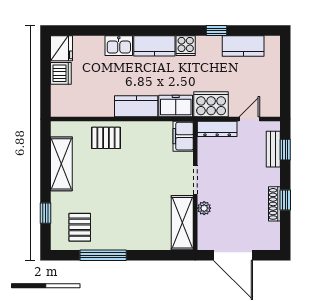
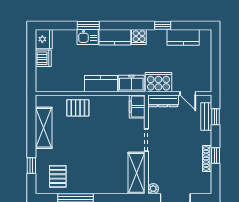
window: (120, 31) -> (88, 25), added
door: (249, 119) -> (188, 93), swing flipped
plant: (204, 208) -> (153, 189), moved

